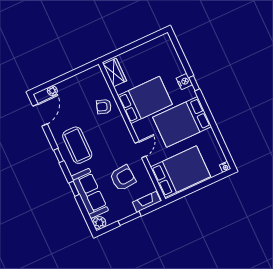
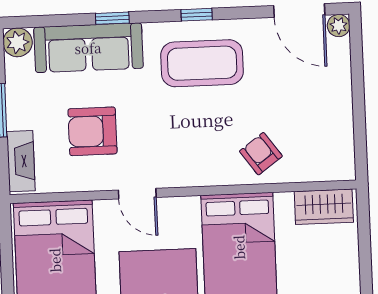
plant: (52, 91) -> (339, 26), moved
armchair: (104, 107) -> (261, 154), turned -55
armchair: (123, 178) -> (92, 131), turned 95

